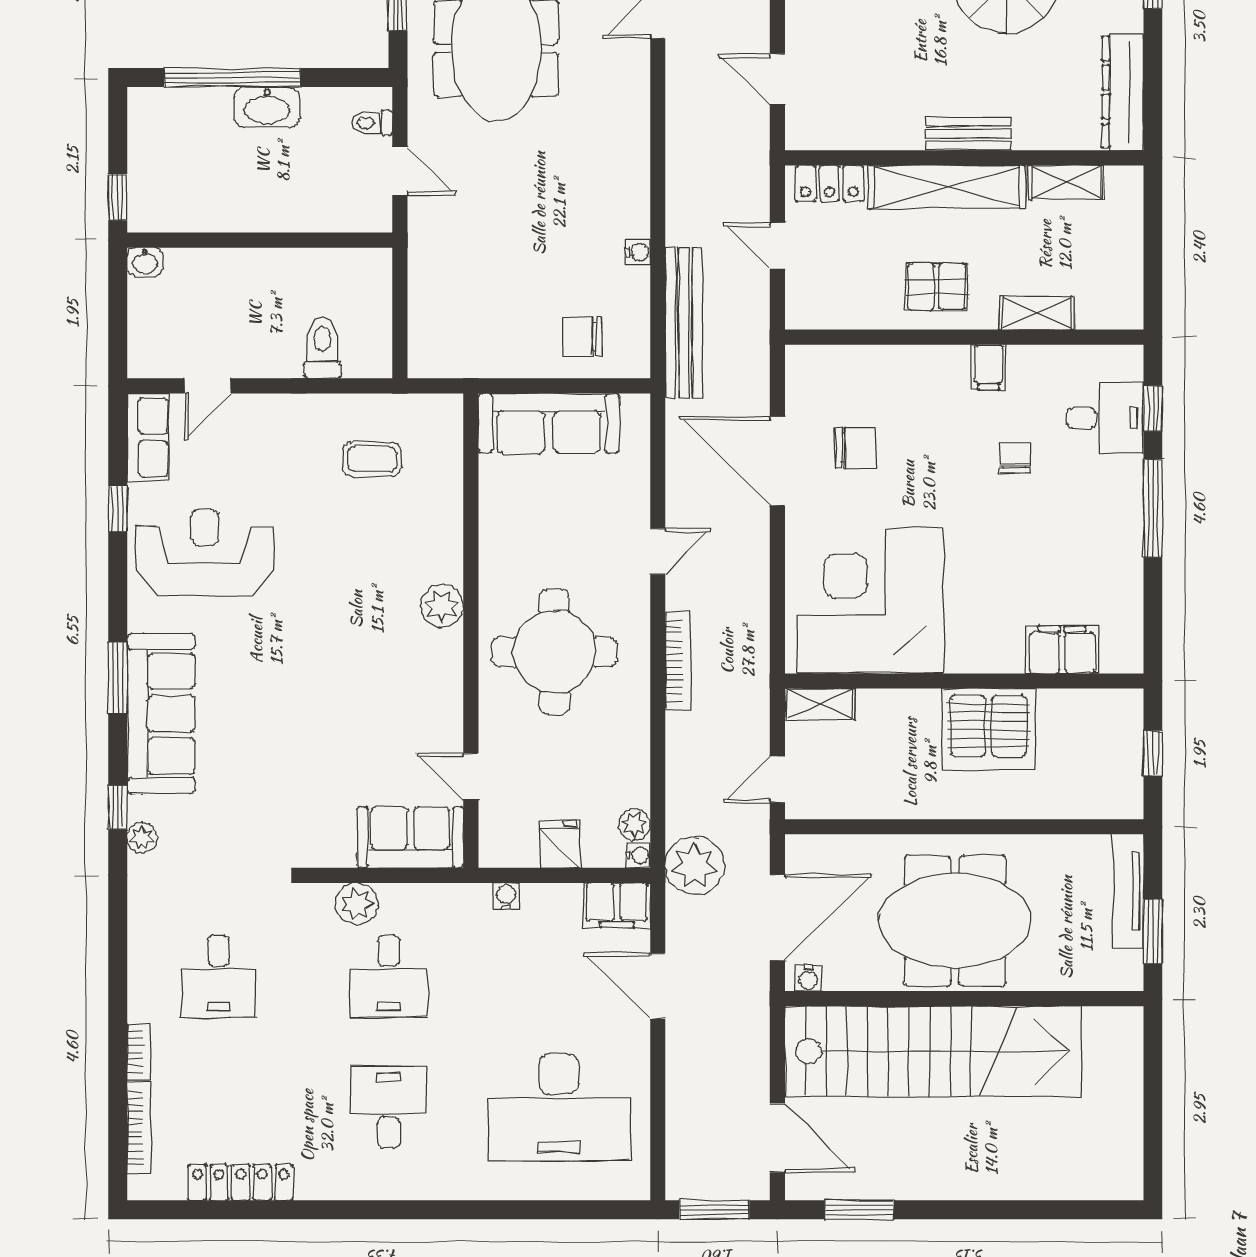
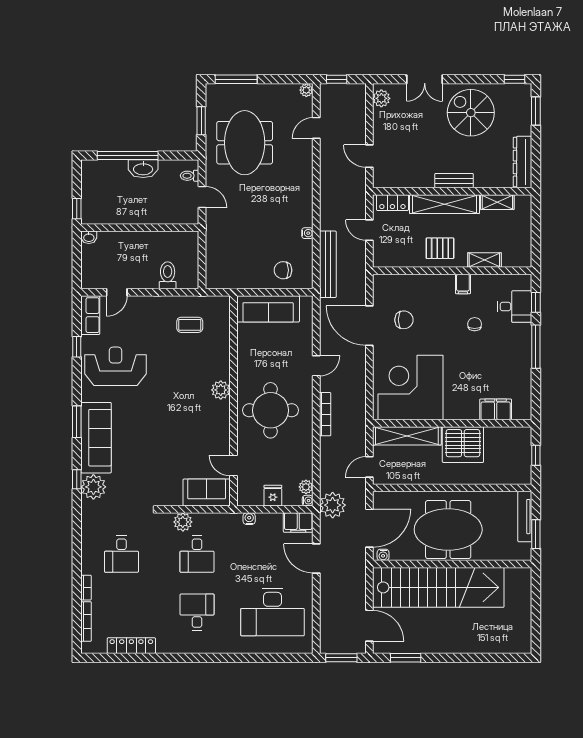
shelving: (820, 704) -> (407, 436), width x2.20, depth x1.33
plant: (142, 838) -> (93, 487), width x1.87, depth x1.87

